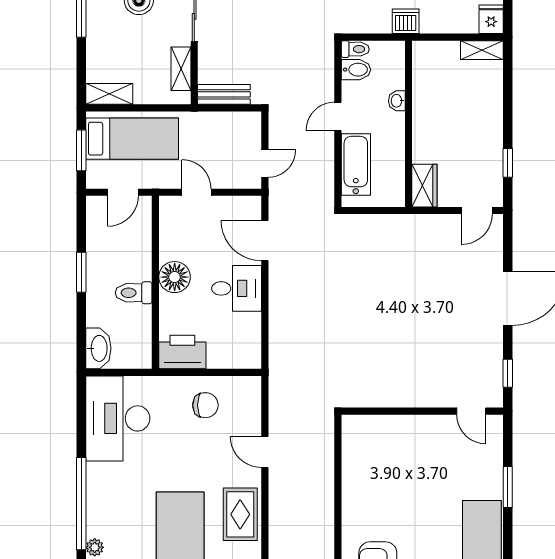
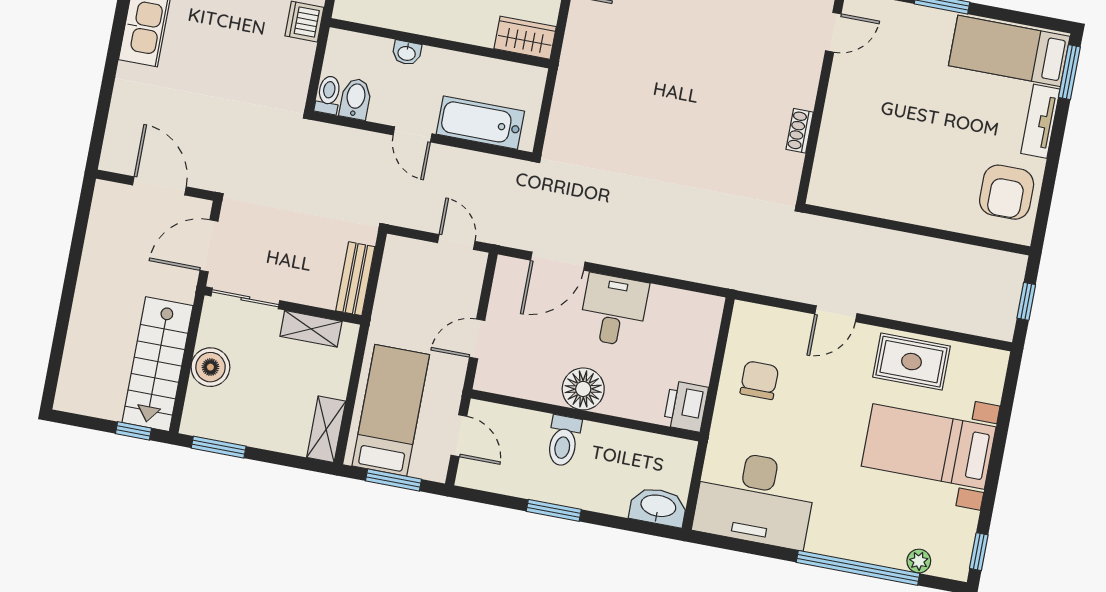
toilet: (134, 293) -> (564, 441), moved
printer: (182, 352) -> (686, 406), width x0.73, depth x0.84
shoe rack: (394, 400) -> (800, 131), added

